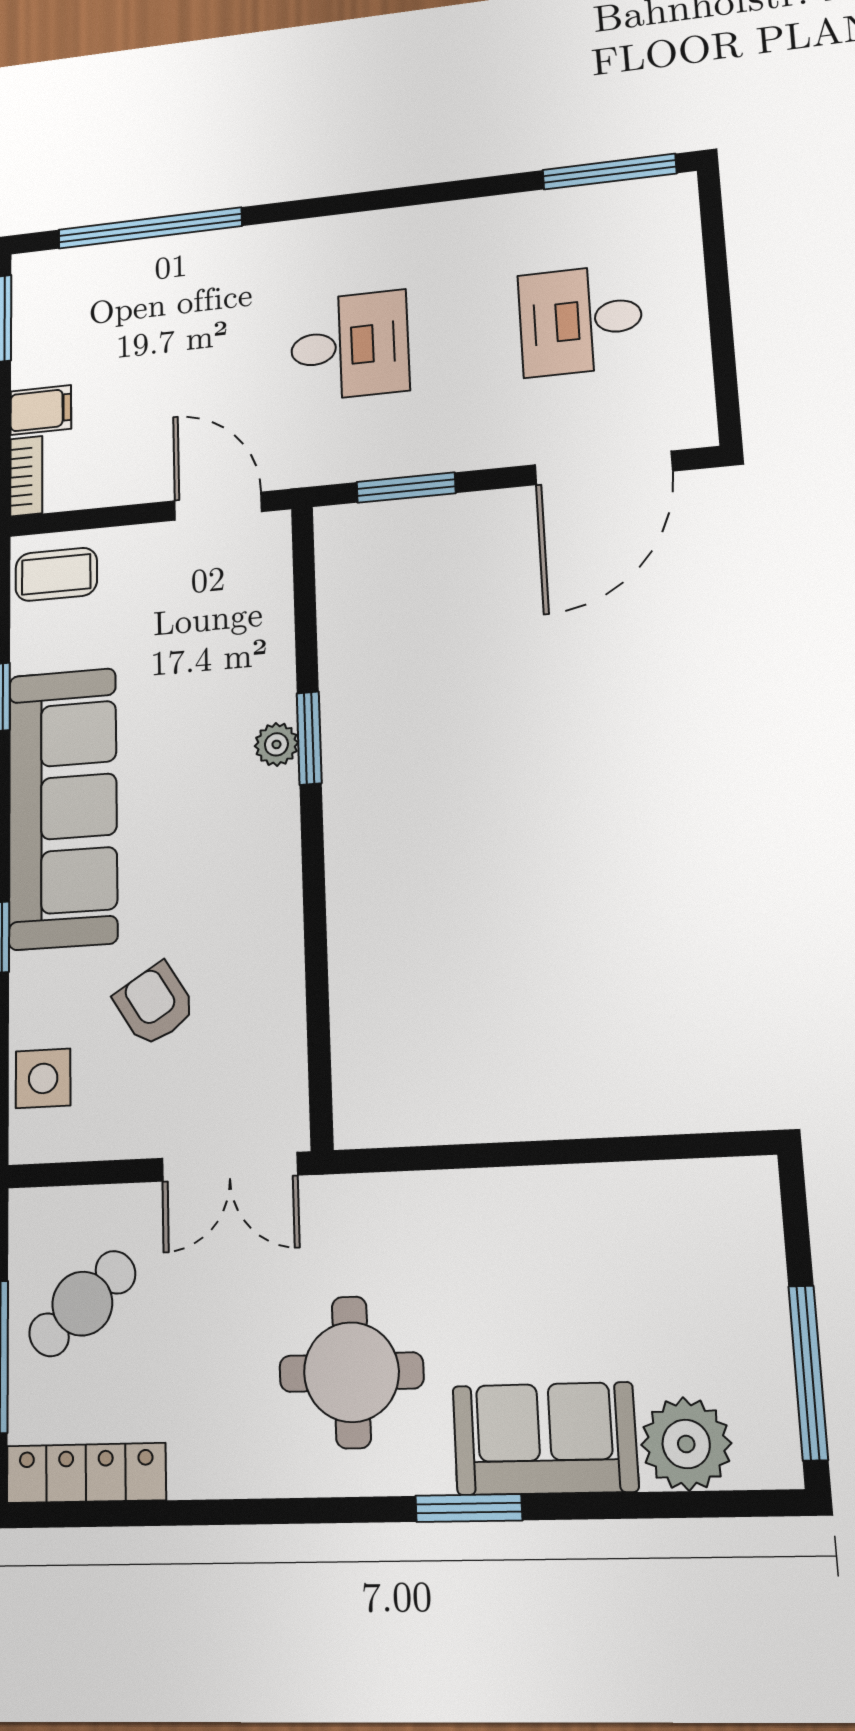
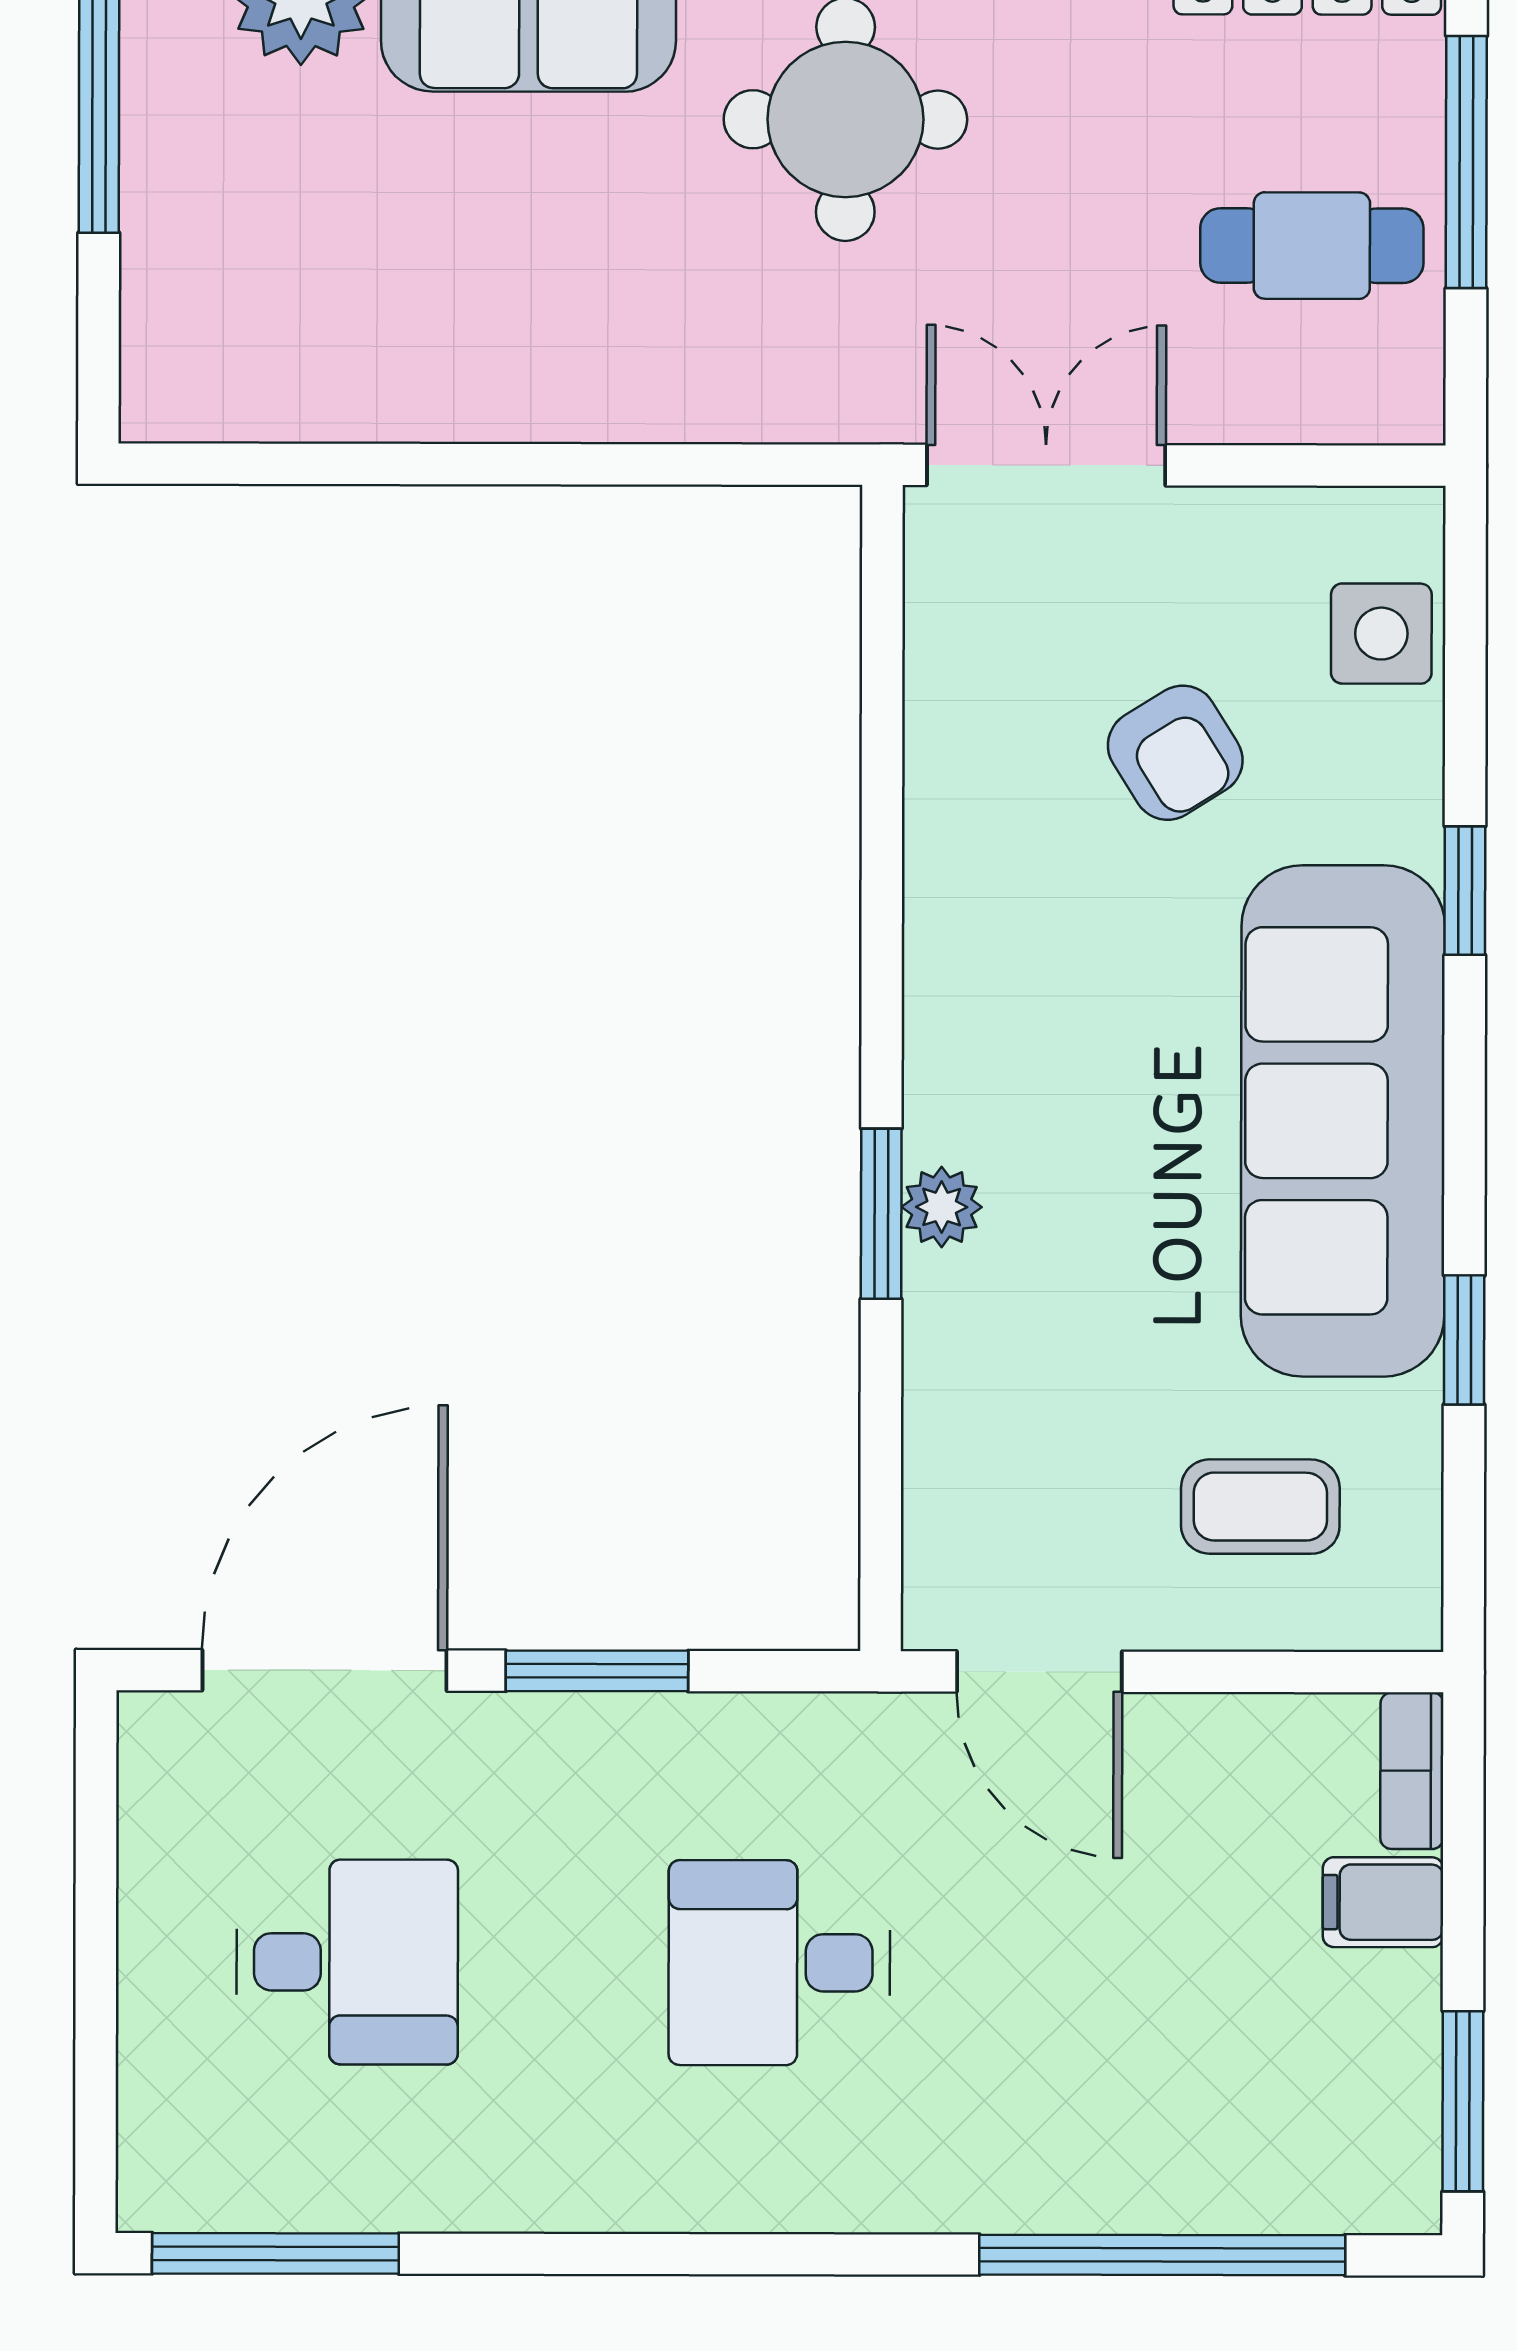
window: (406, 488) -> (597, 1671), moved
coffee table: (56, 574) -> (1260, 1507), moved
cafe table: (82, 1304) -> (1312, 246), turned 40

